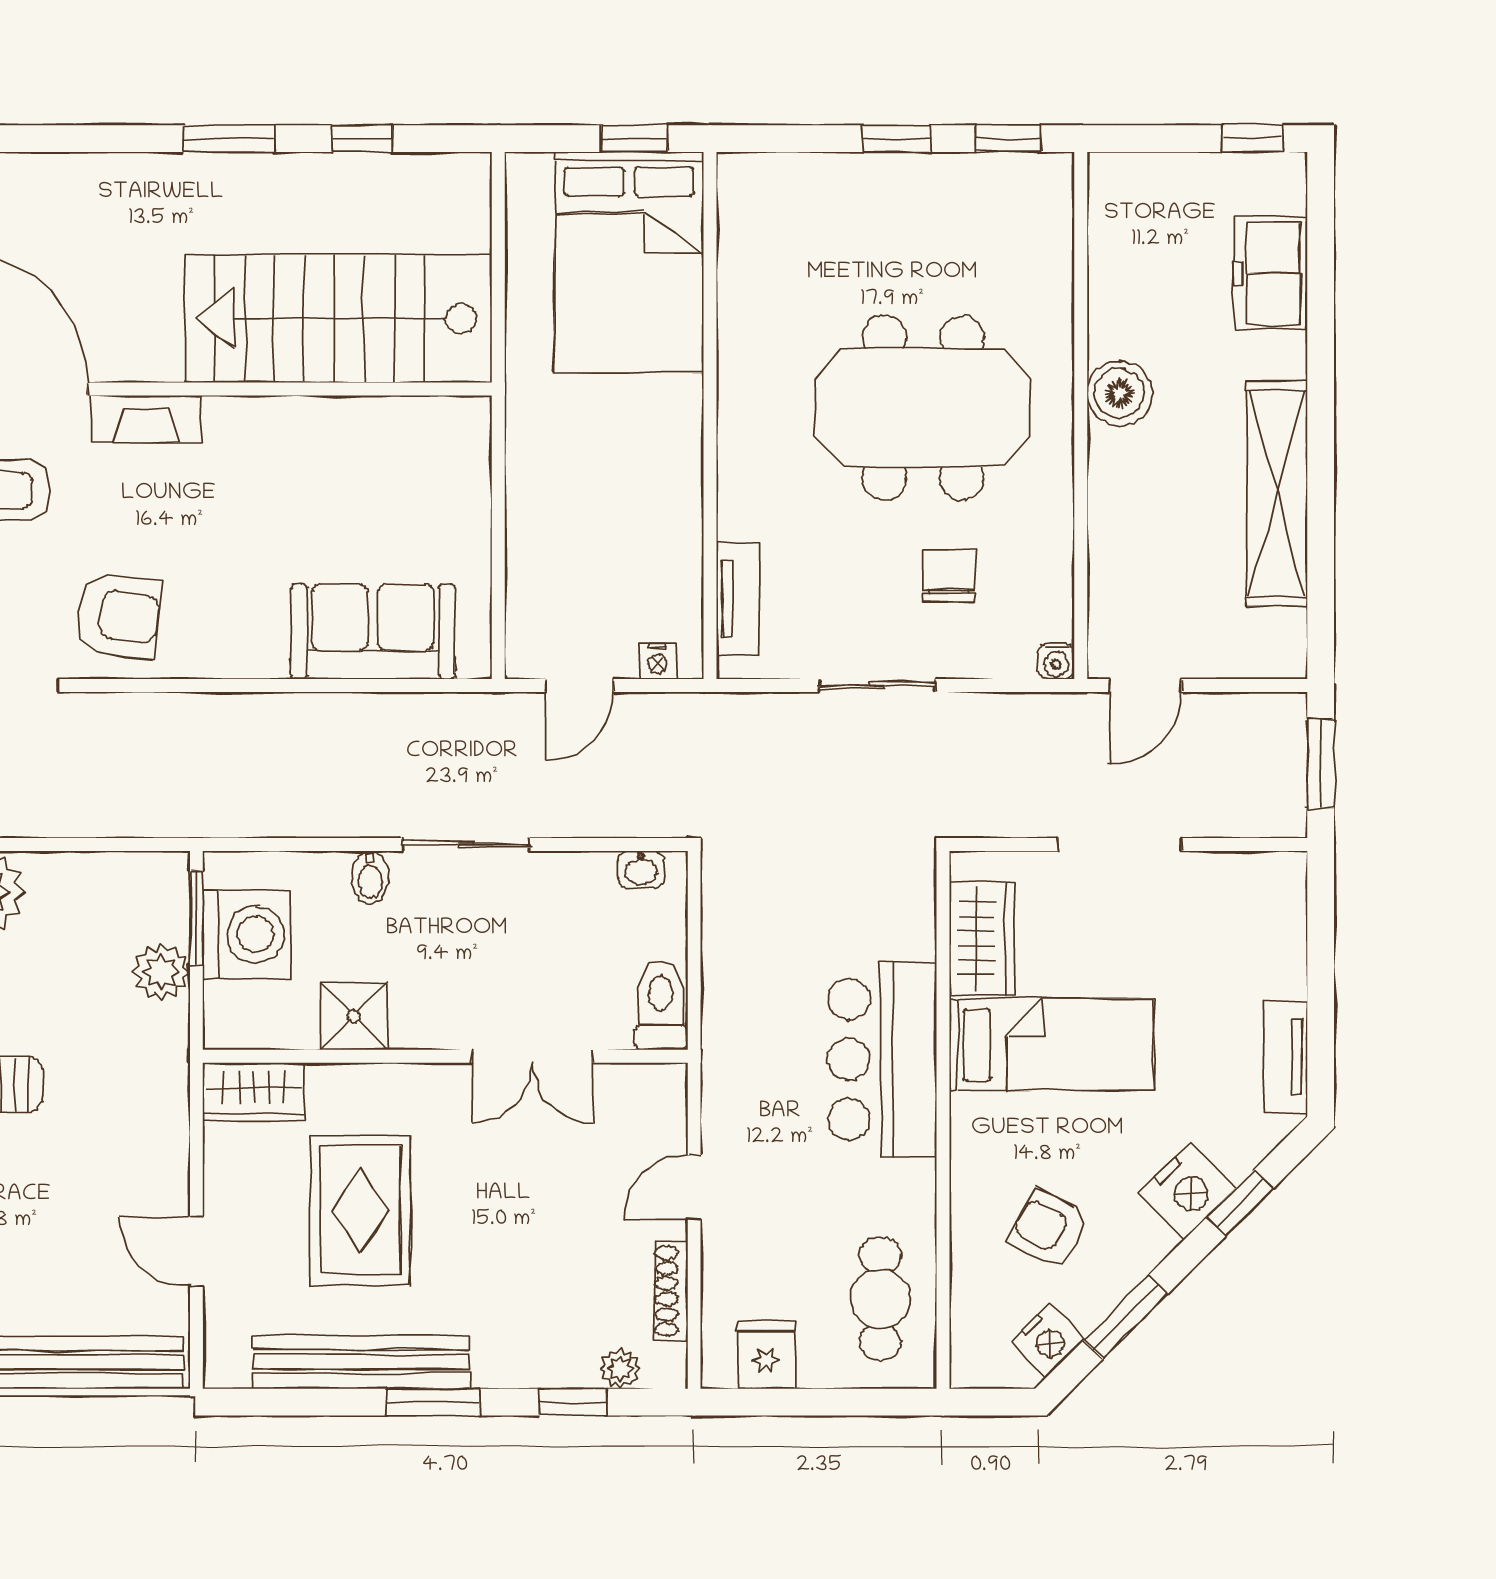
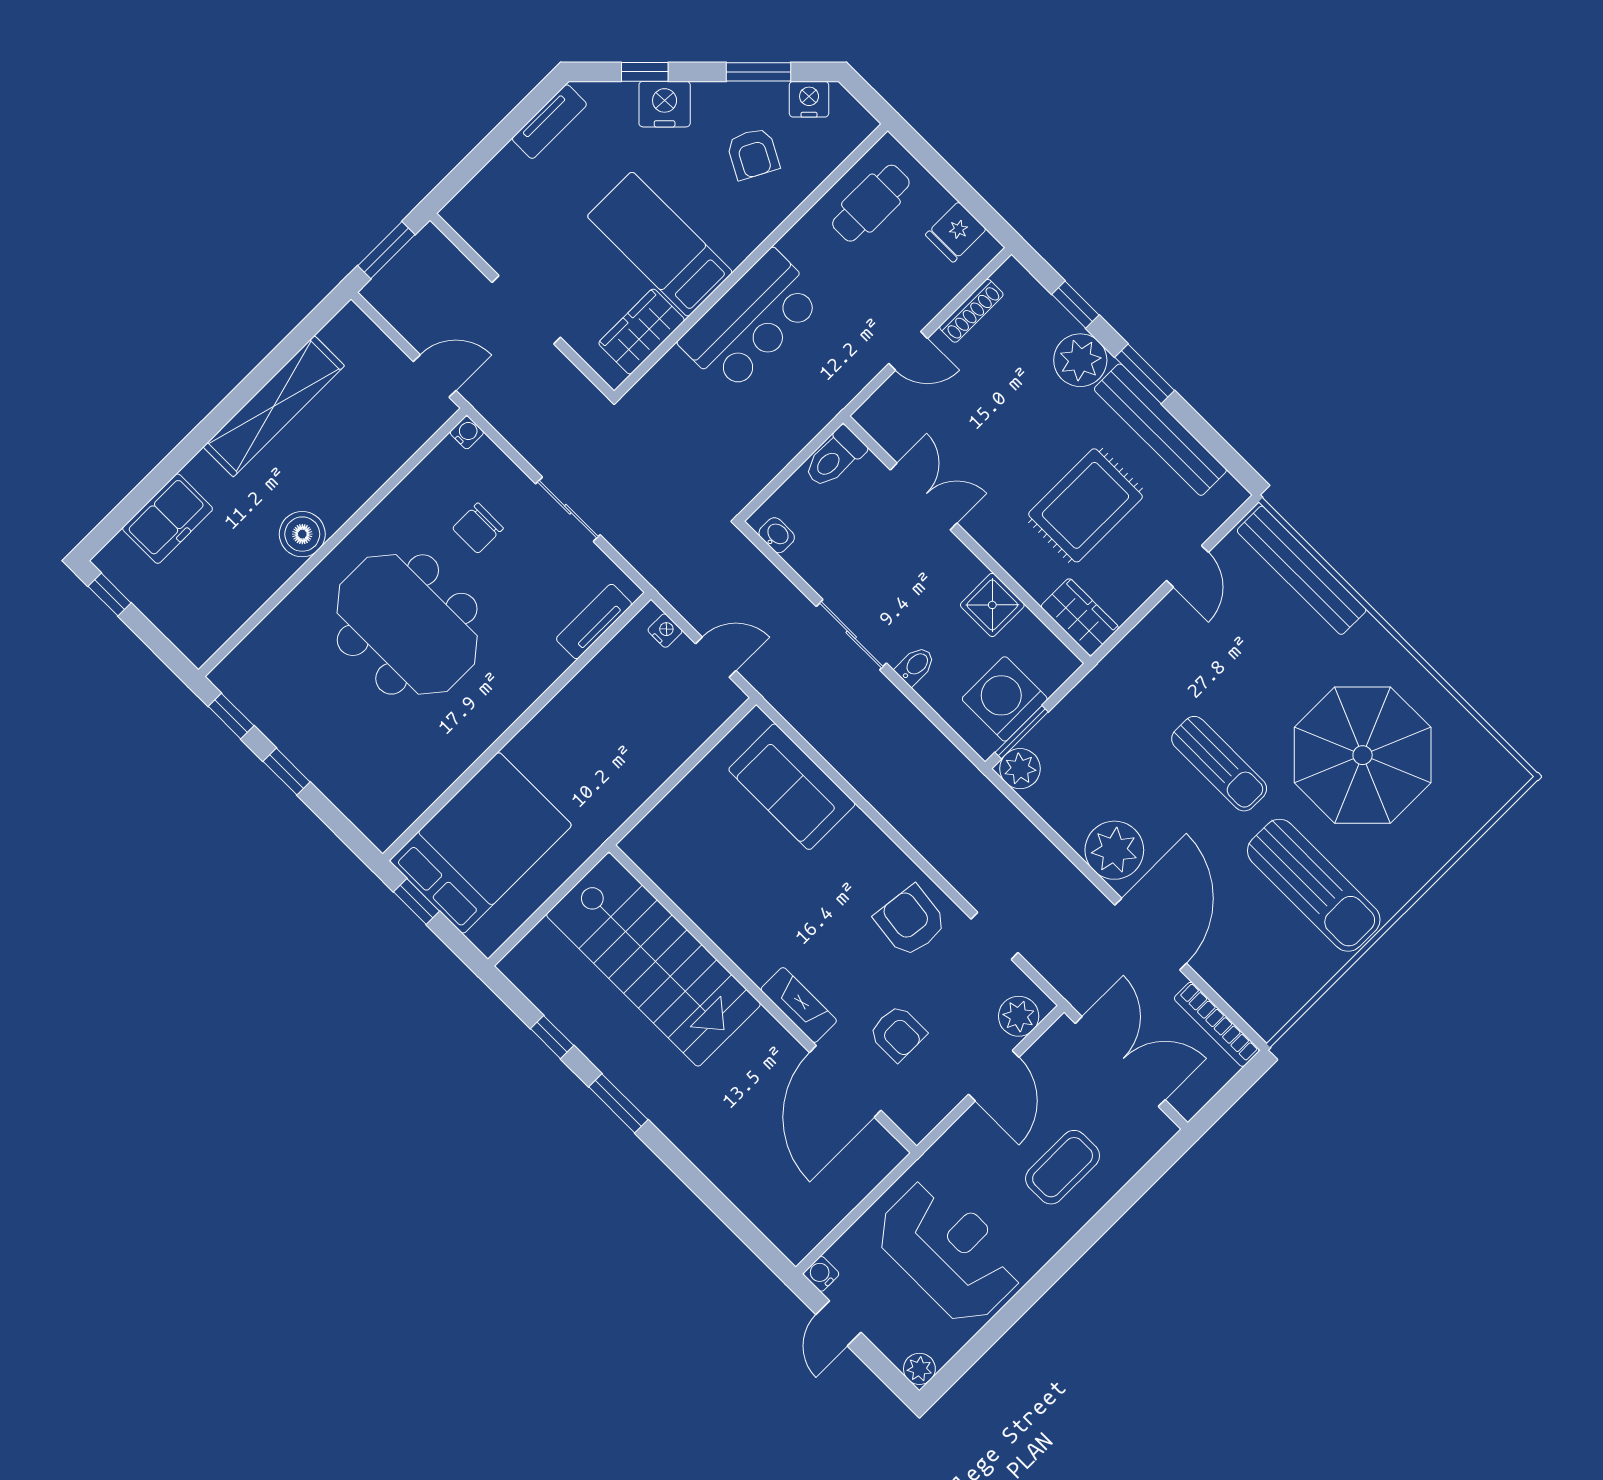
plant: (161, 972) -> (1020, 769), moved
plant: (620, 1369) -> (1080, 360), moved, width x1.87, depth x1.87

